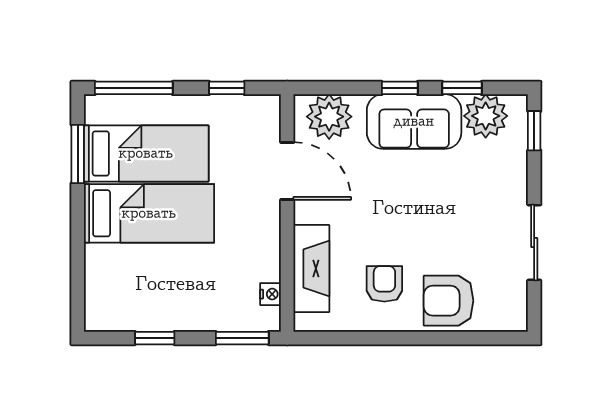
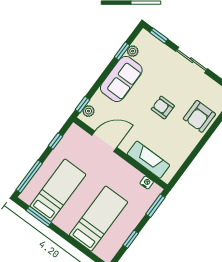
window: (400, 88) -> (82, 105), moved
plant: (486, 116) -> (133, 51), width x0.53, depth x0.53
plant: (329, 117) -> (88, 111), width x0.53, depth x0.53
bed: (149, 213) -> (98, 219), moved
sliding door: (534, 242) -> (192, 60), moved
armchair: (384, 284) -> (163, 108), moved

